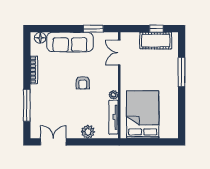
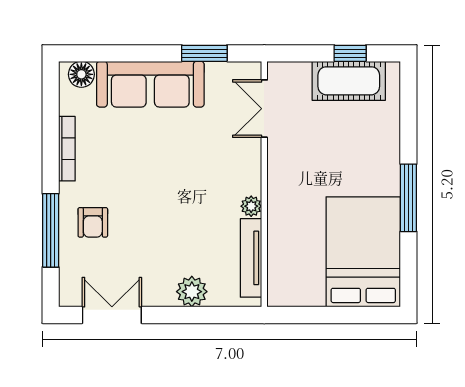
window: (182, 72) -> (408, 198), moved
armchair: (83, 83) -> (93, 222), moved
bed: (143, 115) -> (363, 252), moved

